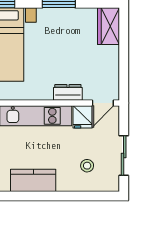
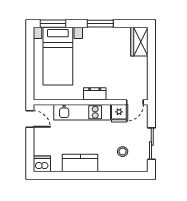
dresser: (68, 92) -> (95, 94), moved

